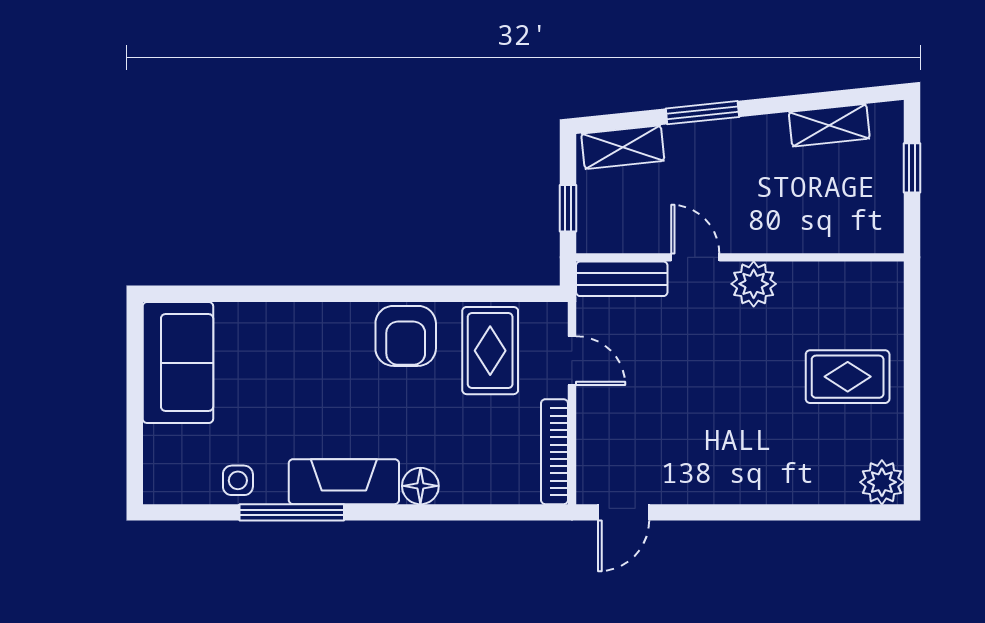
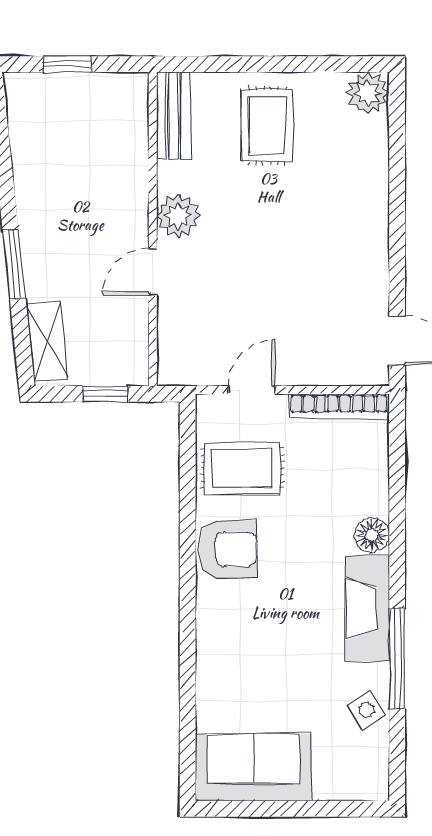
shelving: (829, 125) -> (26, 143), removed
bench: (622, 279) -> (173, 116), moved
side table: (238, 480) -> (366, 710), turned -31

